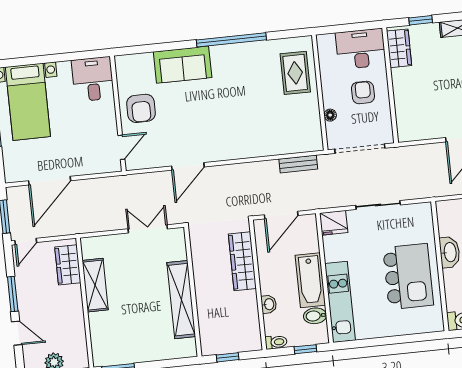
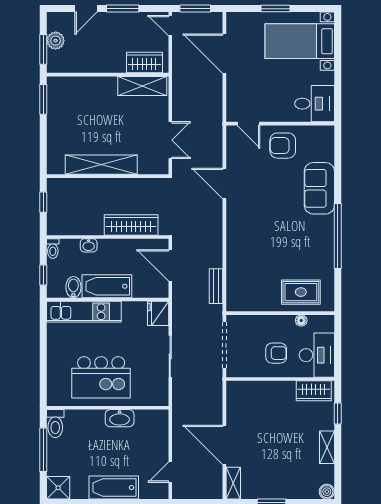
floor lamp: (330, 115) -> (301, 320), moved
shelving: (95, 285) -> (142, 86), moved

